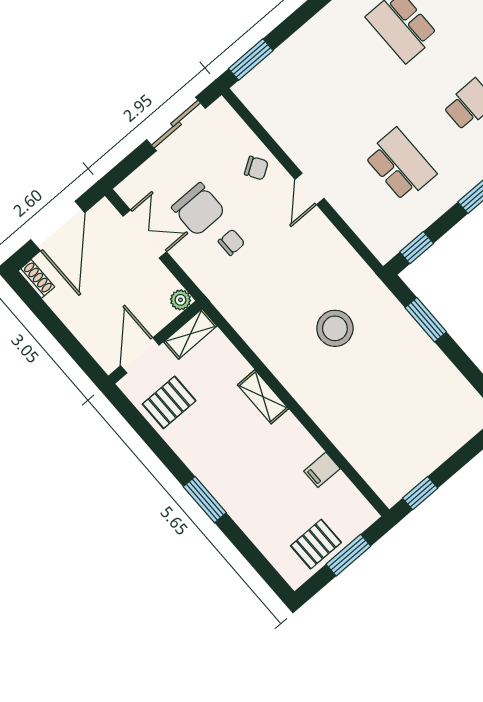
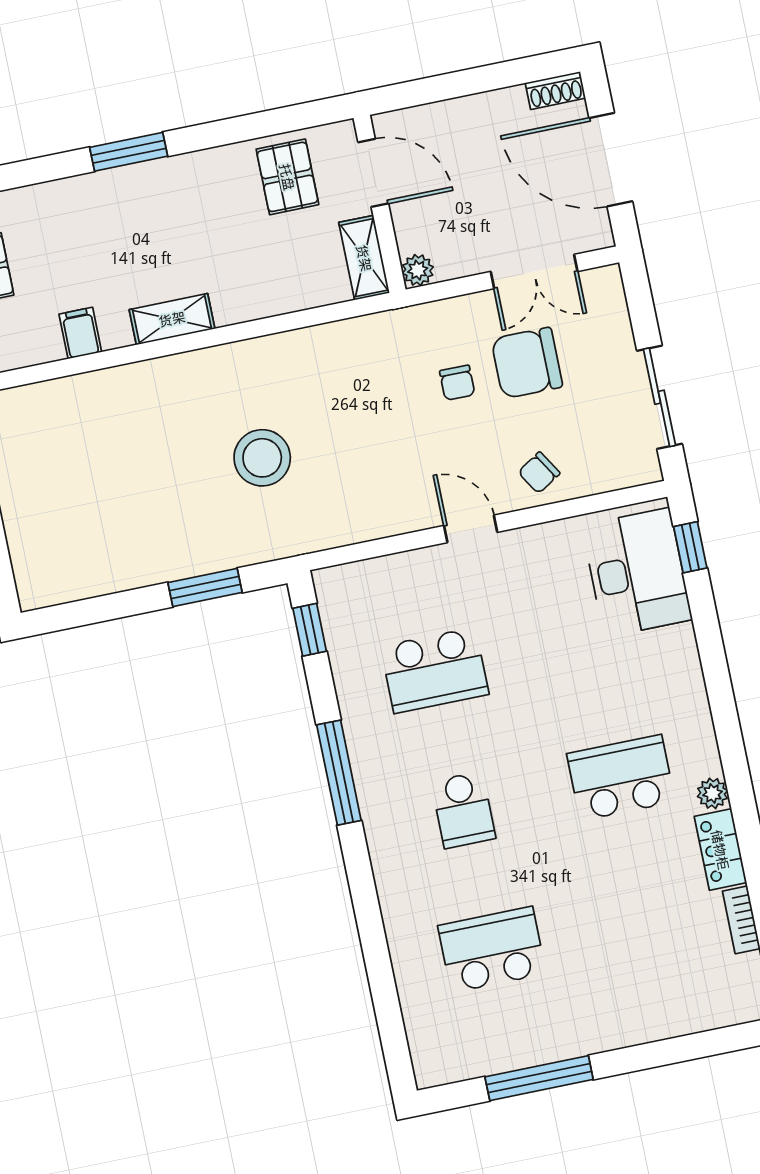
window: (251, 60) -> (690, 547), width x0.67
desk: (282, 82) -> (637, 572), added
shelving: (263, 397) -> (172, 319), moved

